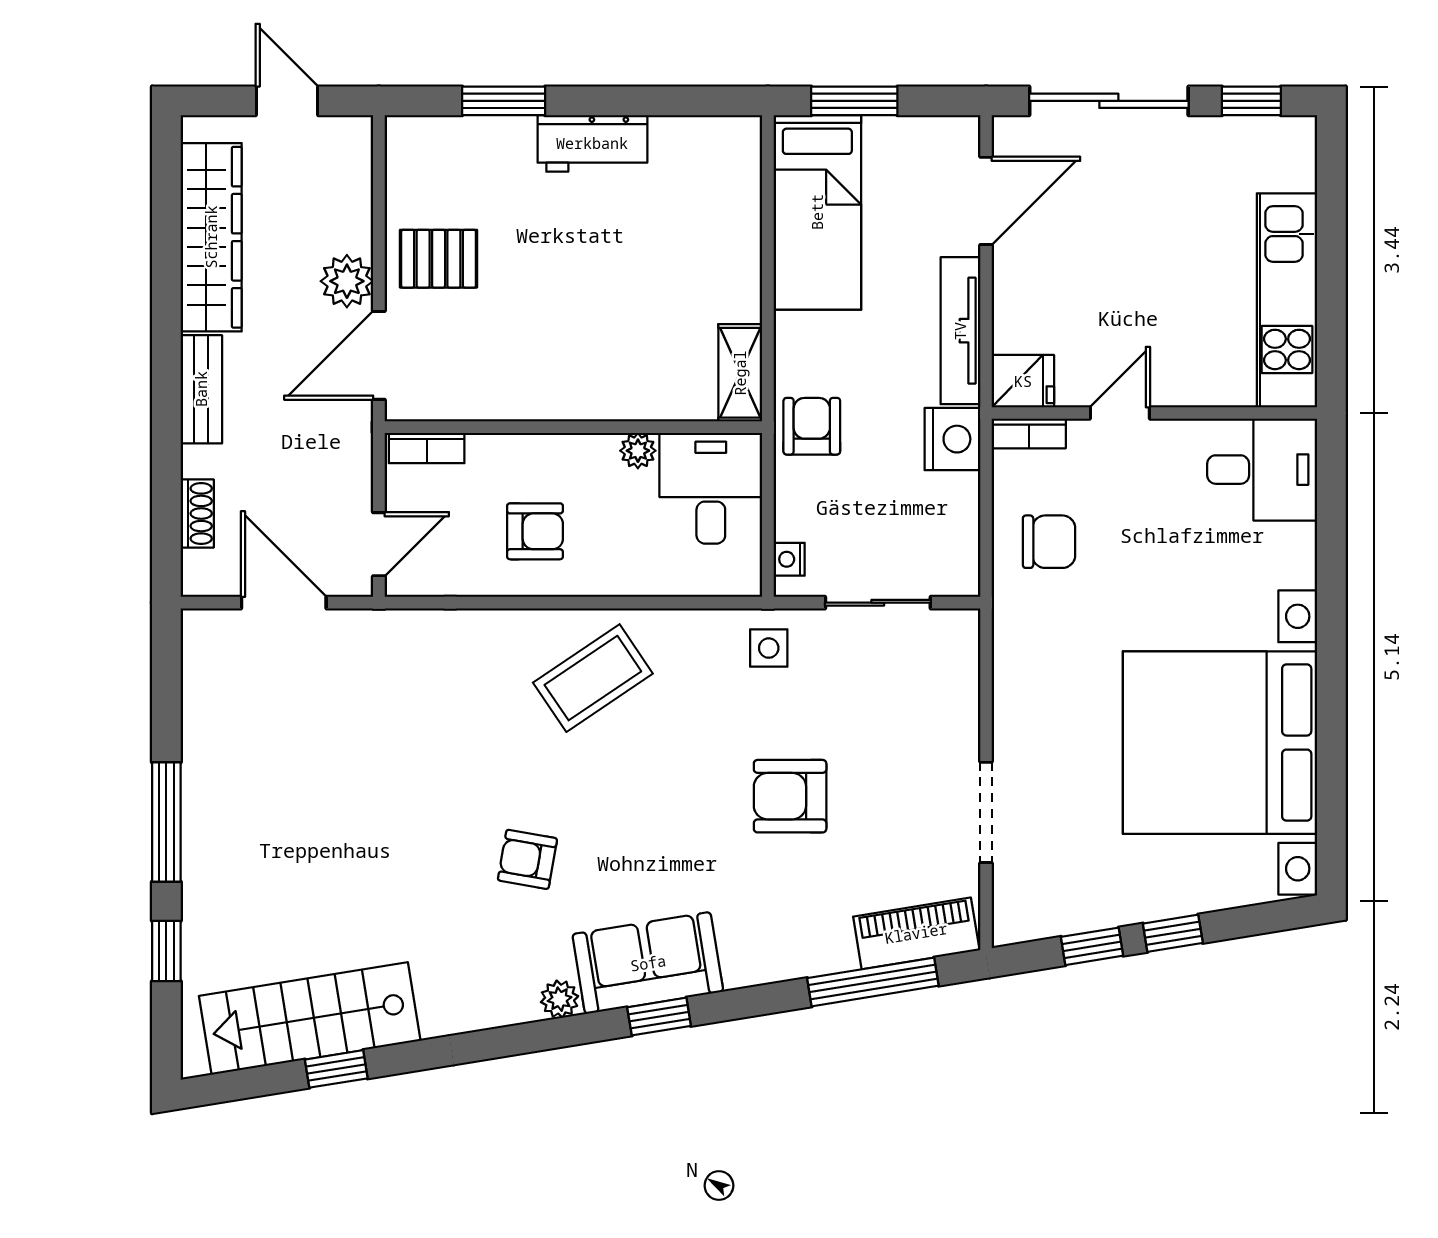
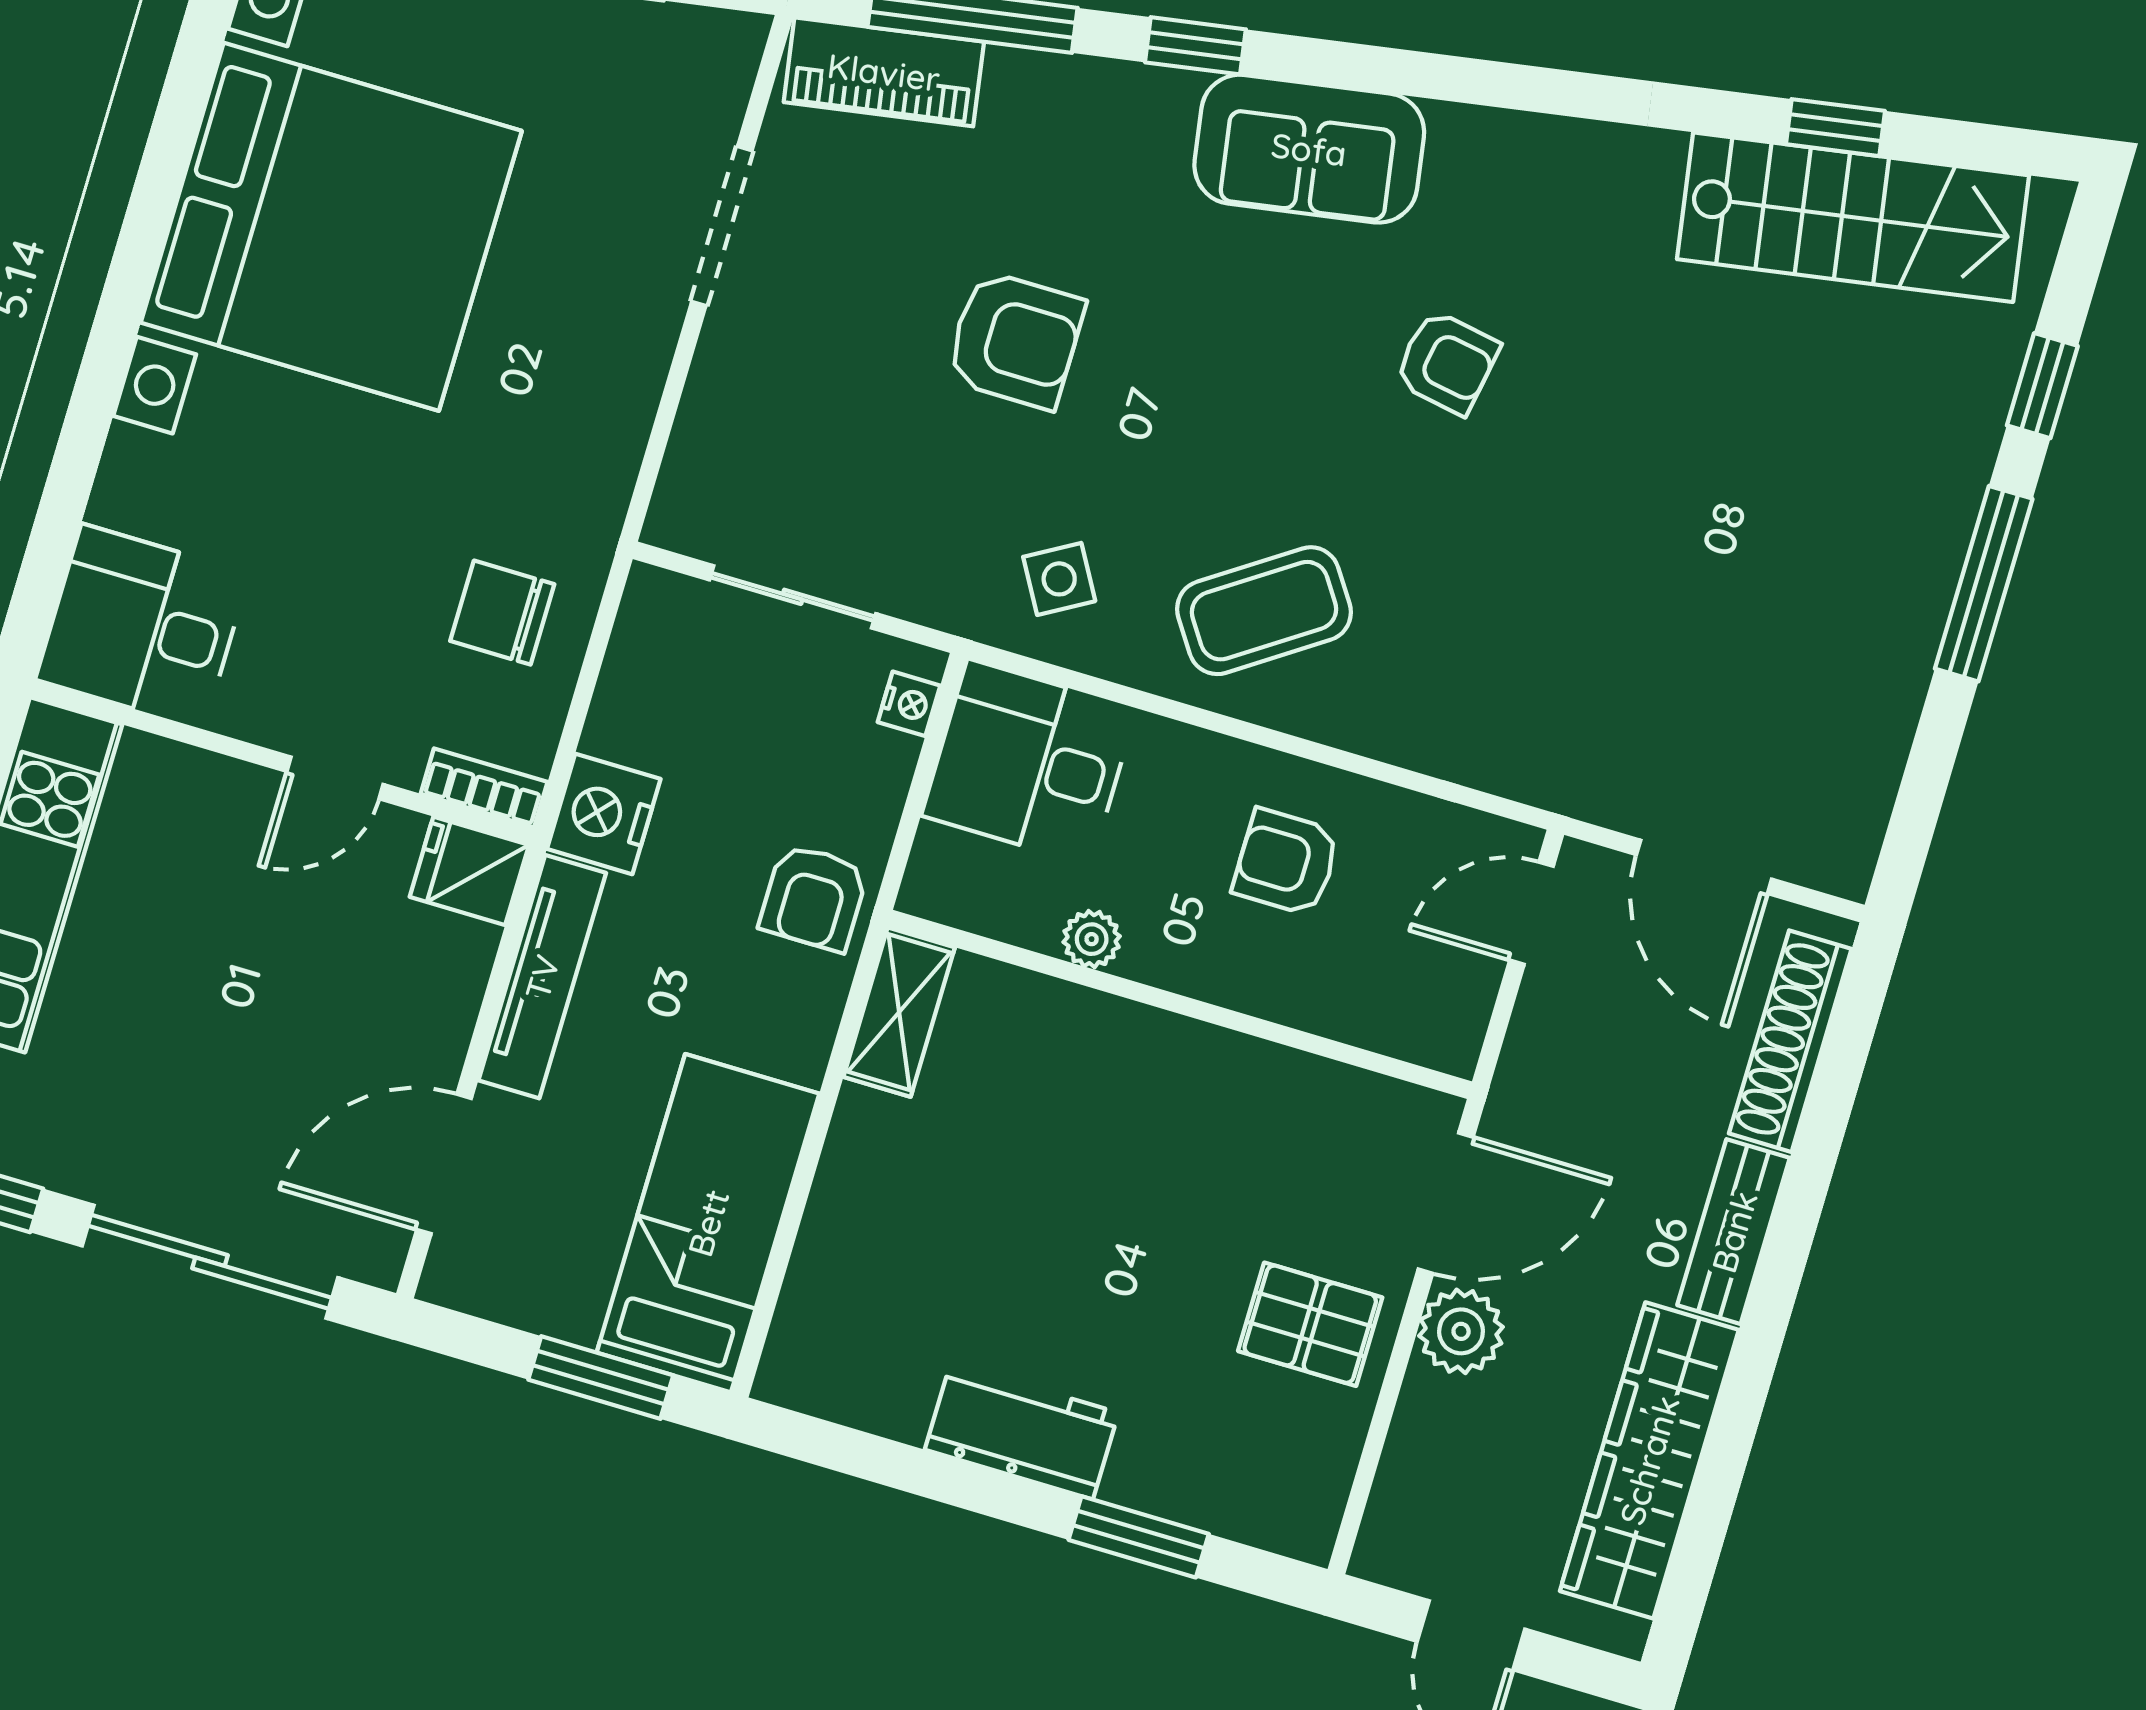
bookcase: (427, 448) -> (1415, 1039), removed
desk: (711, 488) -> (1029, 762), moved, turned 90
shoe rack: (197, 514) -> (1790, 1041), width x1.94, depth x1.24
side table: (769, 648) -> (1059, 579), moved, turned -30
plant: (560, 999) -> (1461, 133), removed
window: (659, 1017) -> (1195, 46), moved

